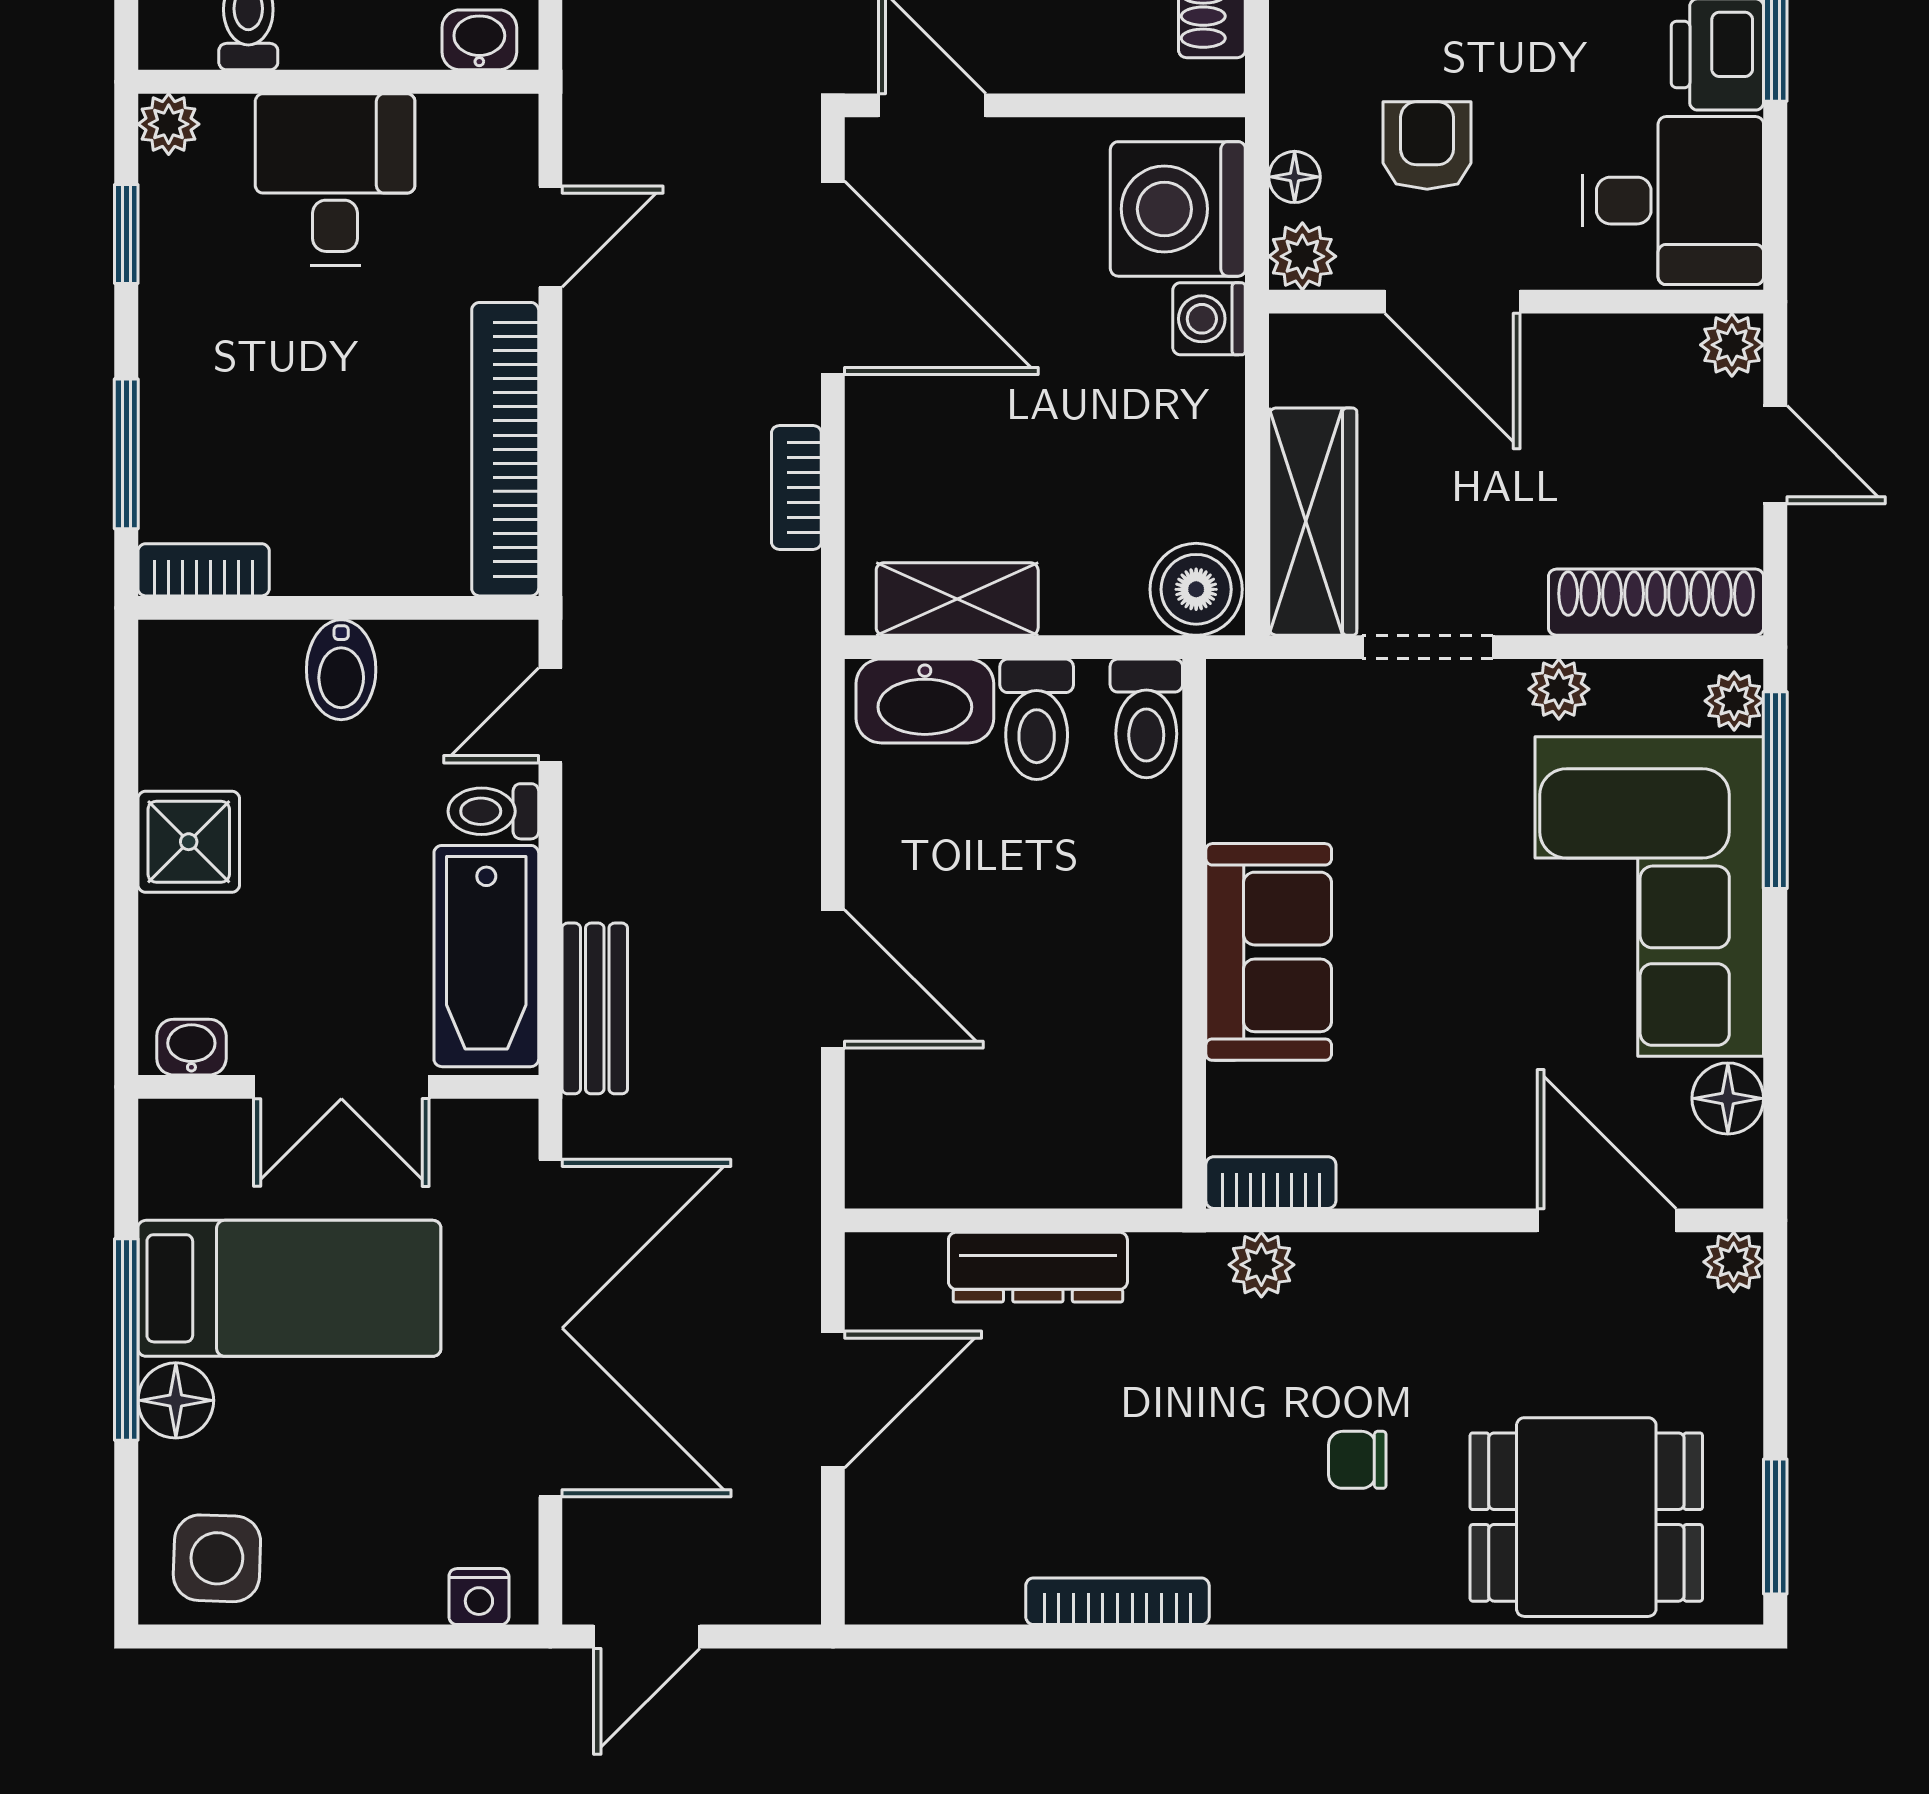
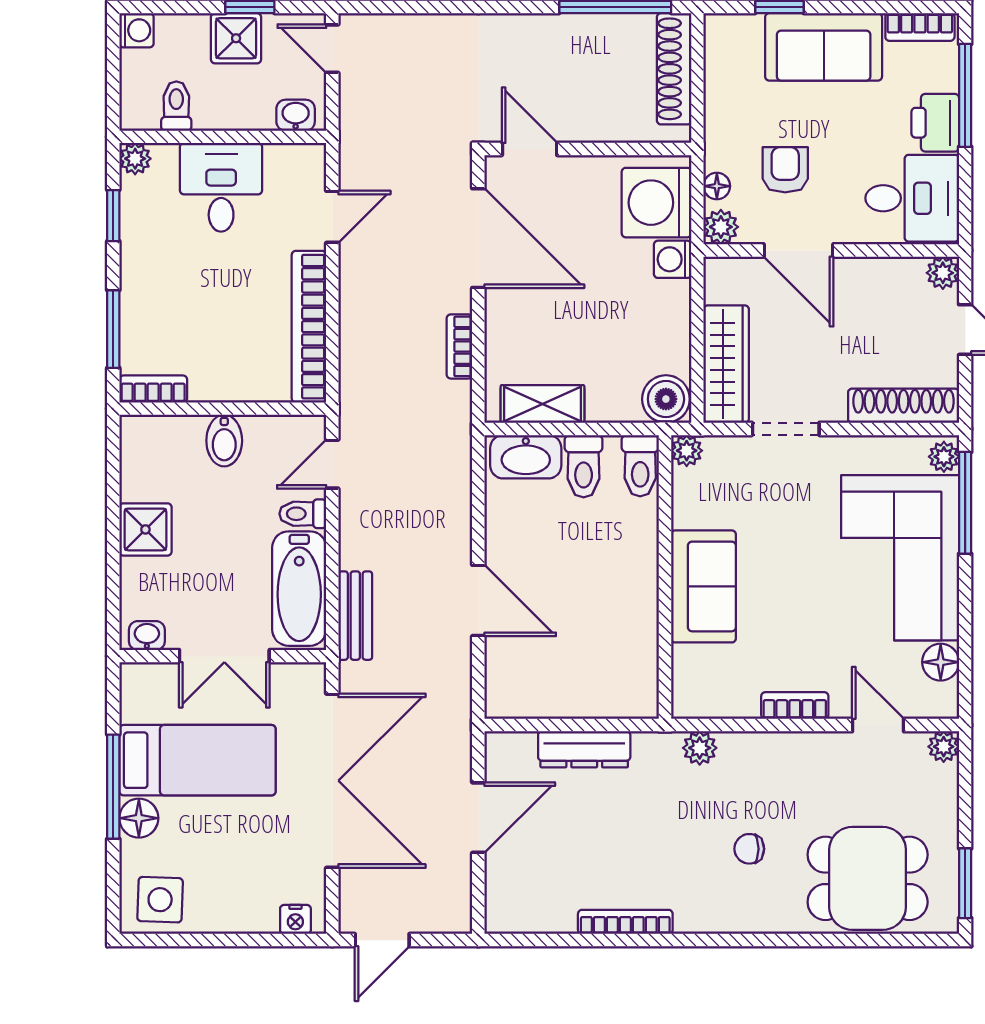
plant: (1559, 689) -> (687, 451), moved
bookcase: (1271, 1183) -> (795, 706), moved
door: (1607, 1220) -> (878, 725), width x0.73

